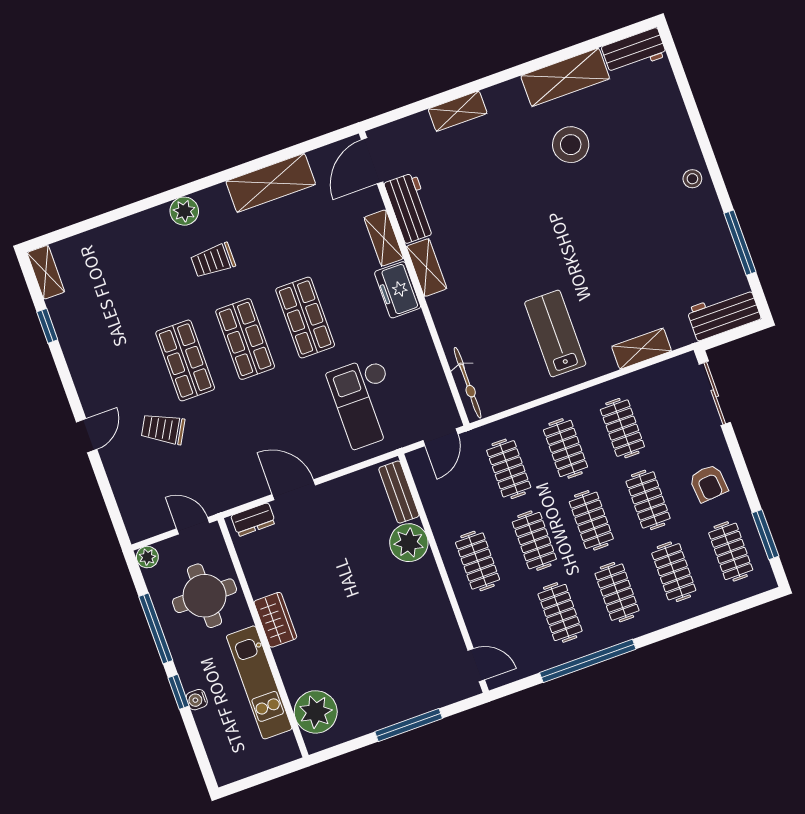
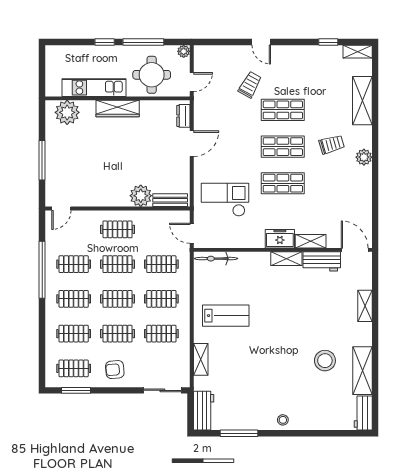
shelving: (271, 183) -> (362, 101), moved
plant: (184, 211) -> (364, 157), moved
trolley: (213, 260) -> (332, 144), turned 74
wardrobe: (275, 620) -> (118, 109), width x1.50
water cooler: (197, 700) -> (97, 50), removed

